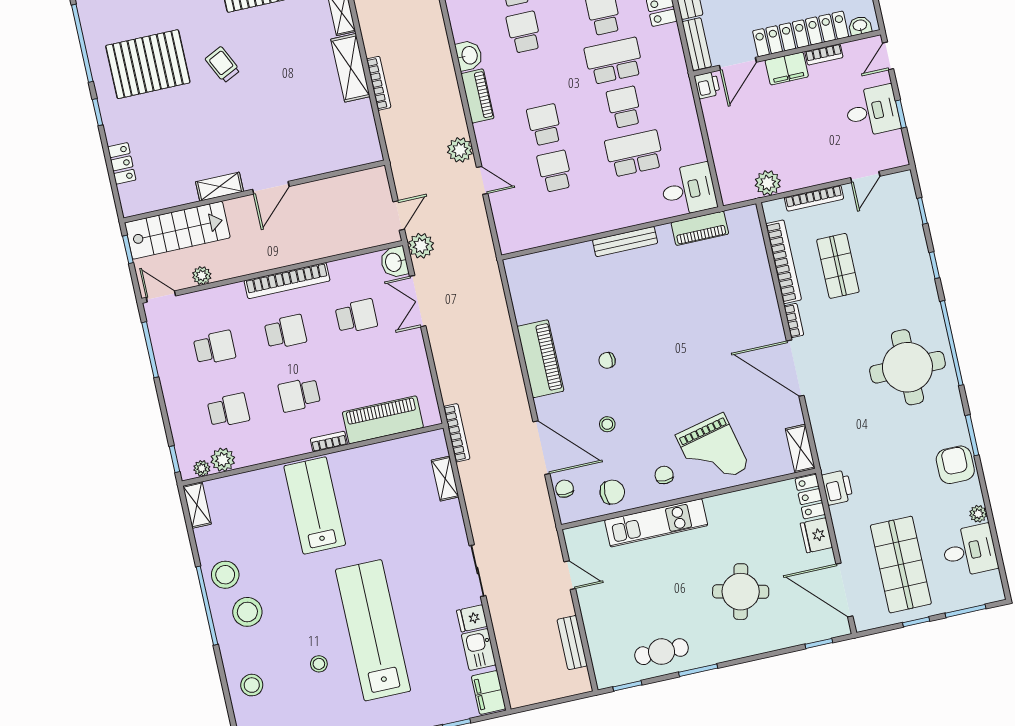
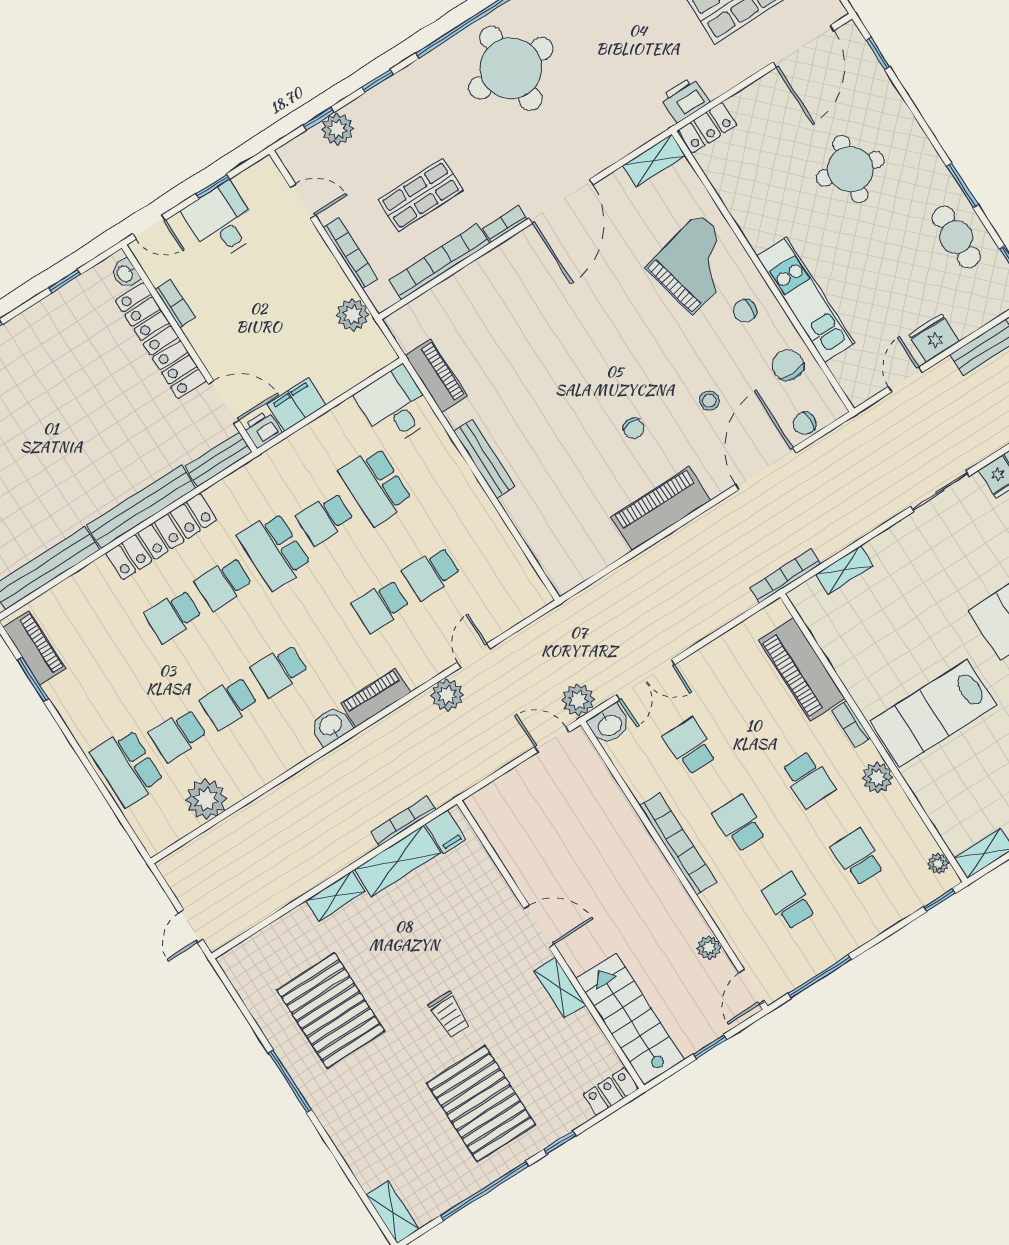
trolley: (223, 65) -> (449, 1015), turned -64
filing cabinet: (787, 68) -> (297, 404), moved, turned -90
filing cabinet: (359, 112) -> (445, 832), added
shelving: (220, 187) -> (560, 988), moved
door: (271, 188) -> (539, 926), moved
wall: (254, 192) -> (551, 944), moved
plant: (909, 222) -> (337, 129), added
stairs: (177, 230) -> (630, 1019), moved
plant: (223, 460) -> (878, 778), moved
fridge: (816, 535) -> (934, 338), moved, turned 180

